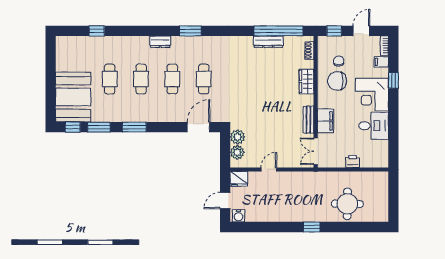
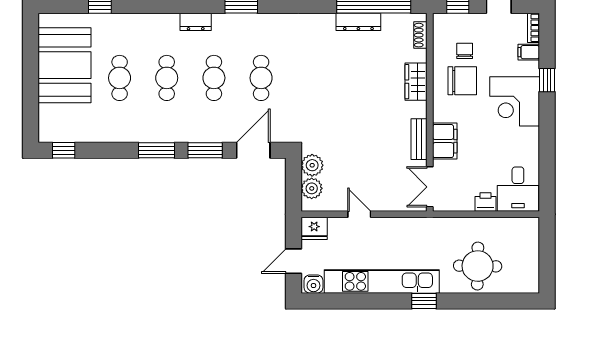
chair: (337, 81) -> (462, 81), turned 180
booth: (73, 97) -> (64, 65), moved
desk: (374, 126) -> (518, 189), moved, turned 90
window: (99, 127) -> (205, 150), moved
door: (269, 169) -> (359, 214), hinge flipped
kitchen unit: (284, 214) -> (382, 281), added

